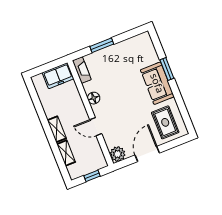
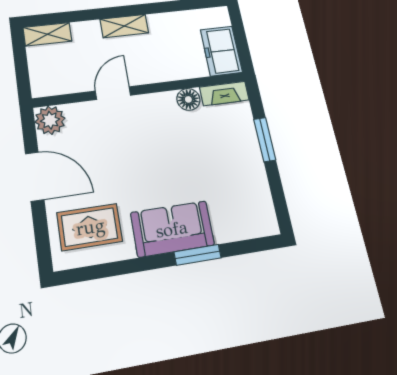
floor lamp: (94, 98) -> (188, 99), moved
shelving: (66, 153) -> (47, 34), moved
window: (92, 176) -> (21, 65), removed

